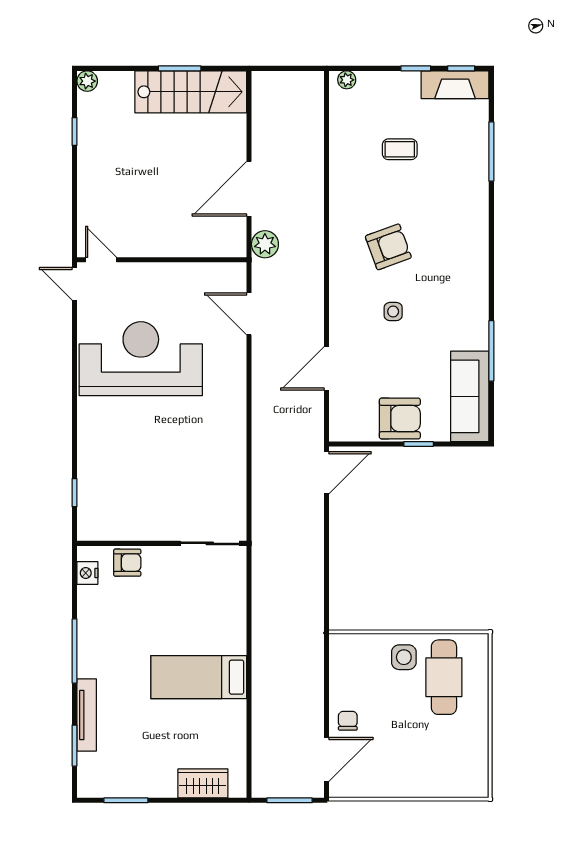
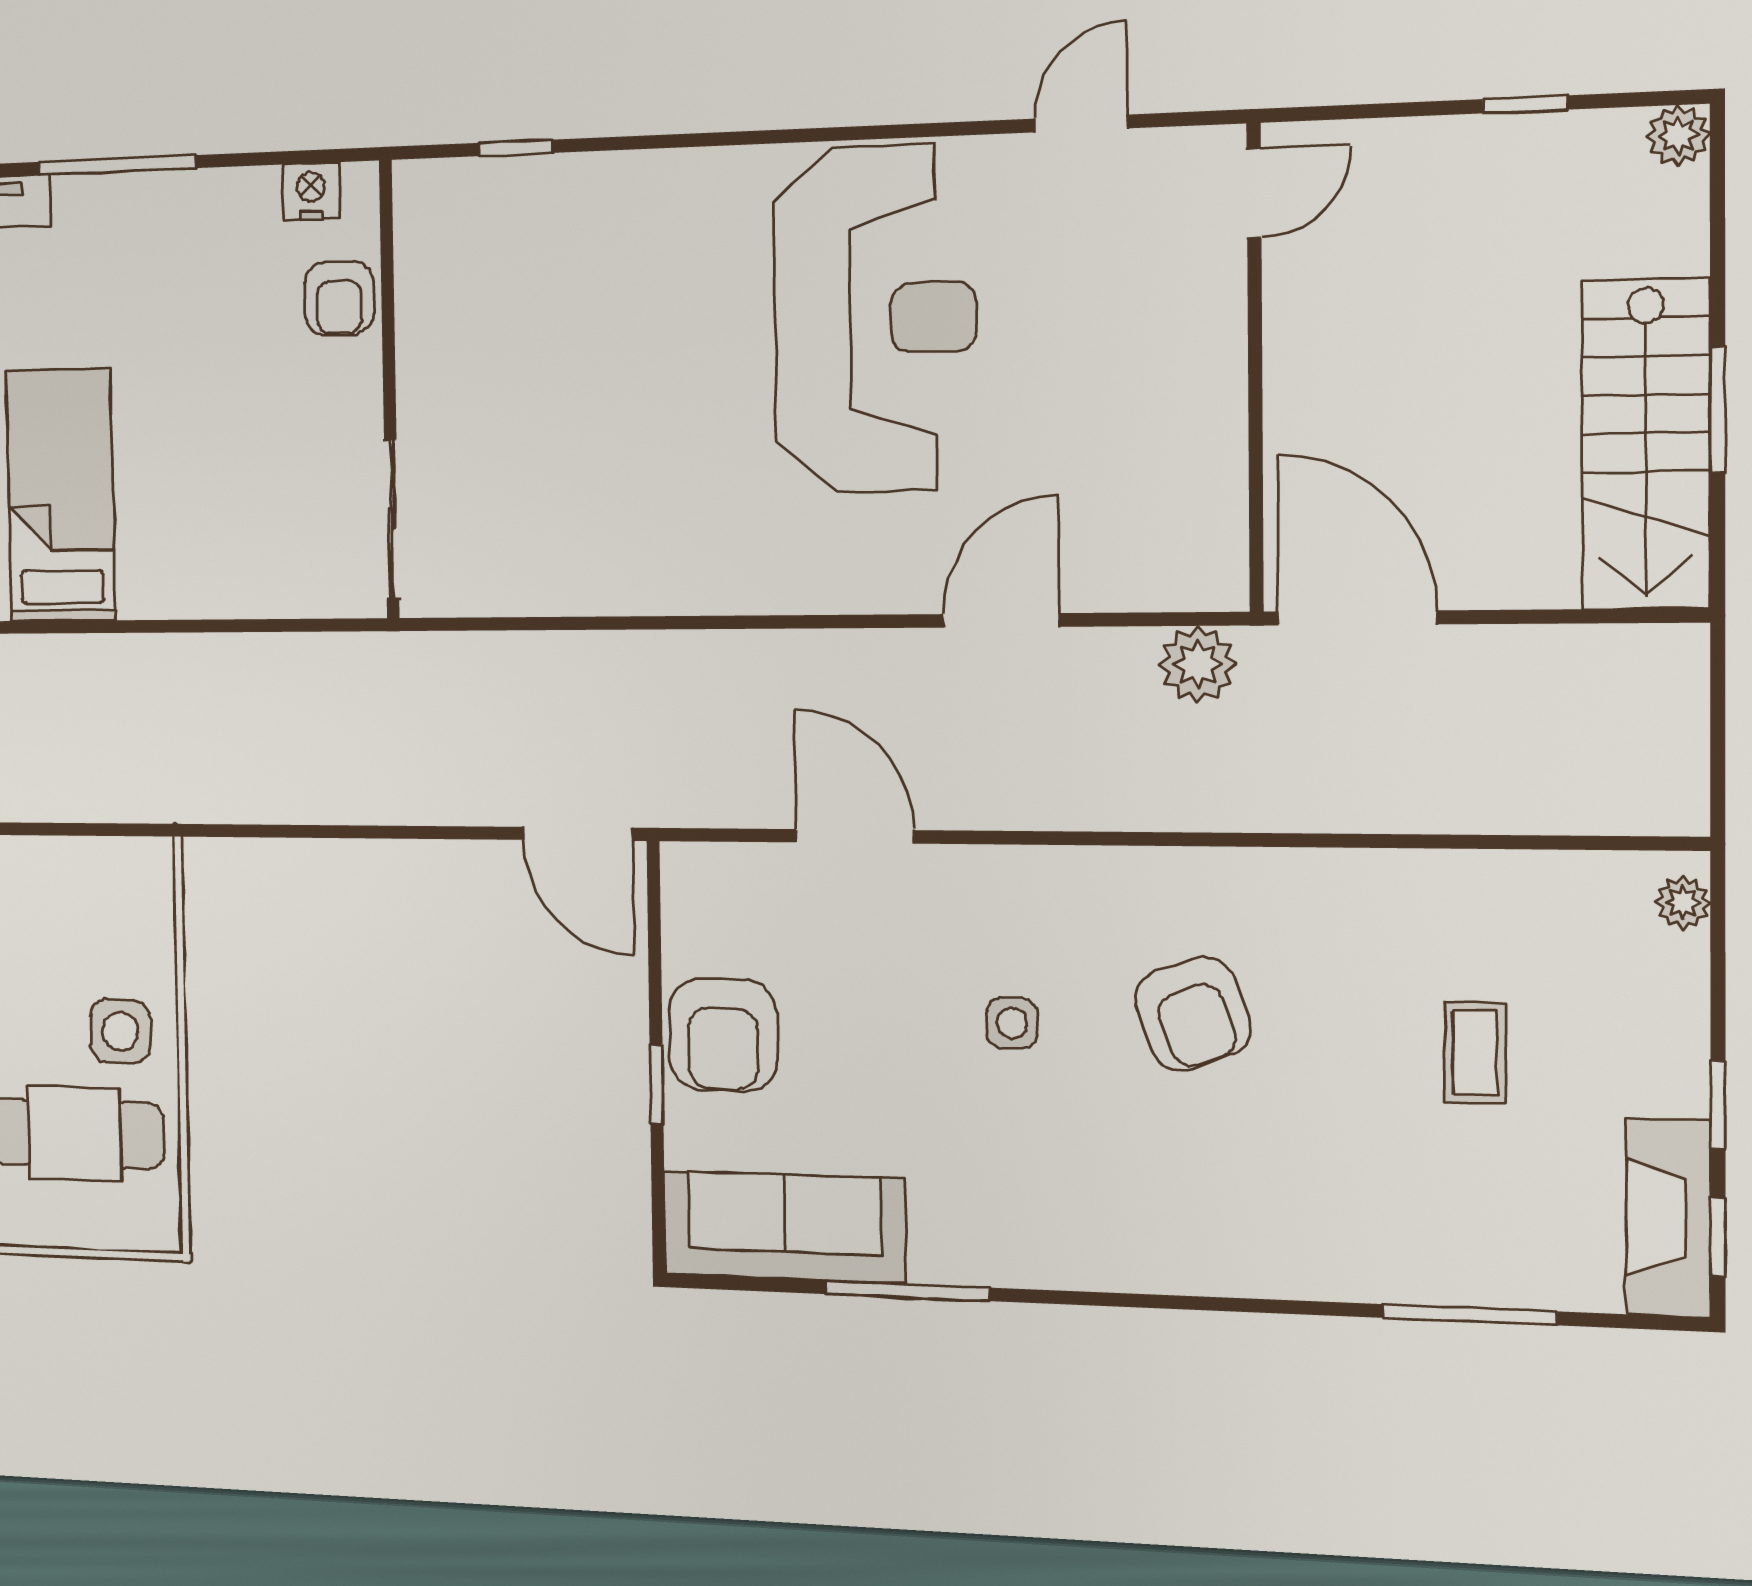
door: (101, 260) -> (1254, 193), moved
wall: (162, 260) -> (1255, 368), moved

